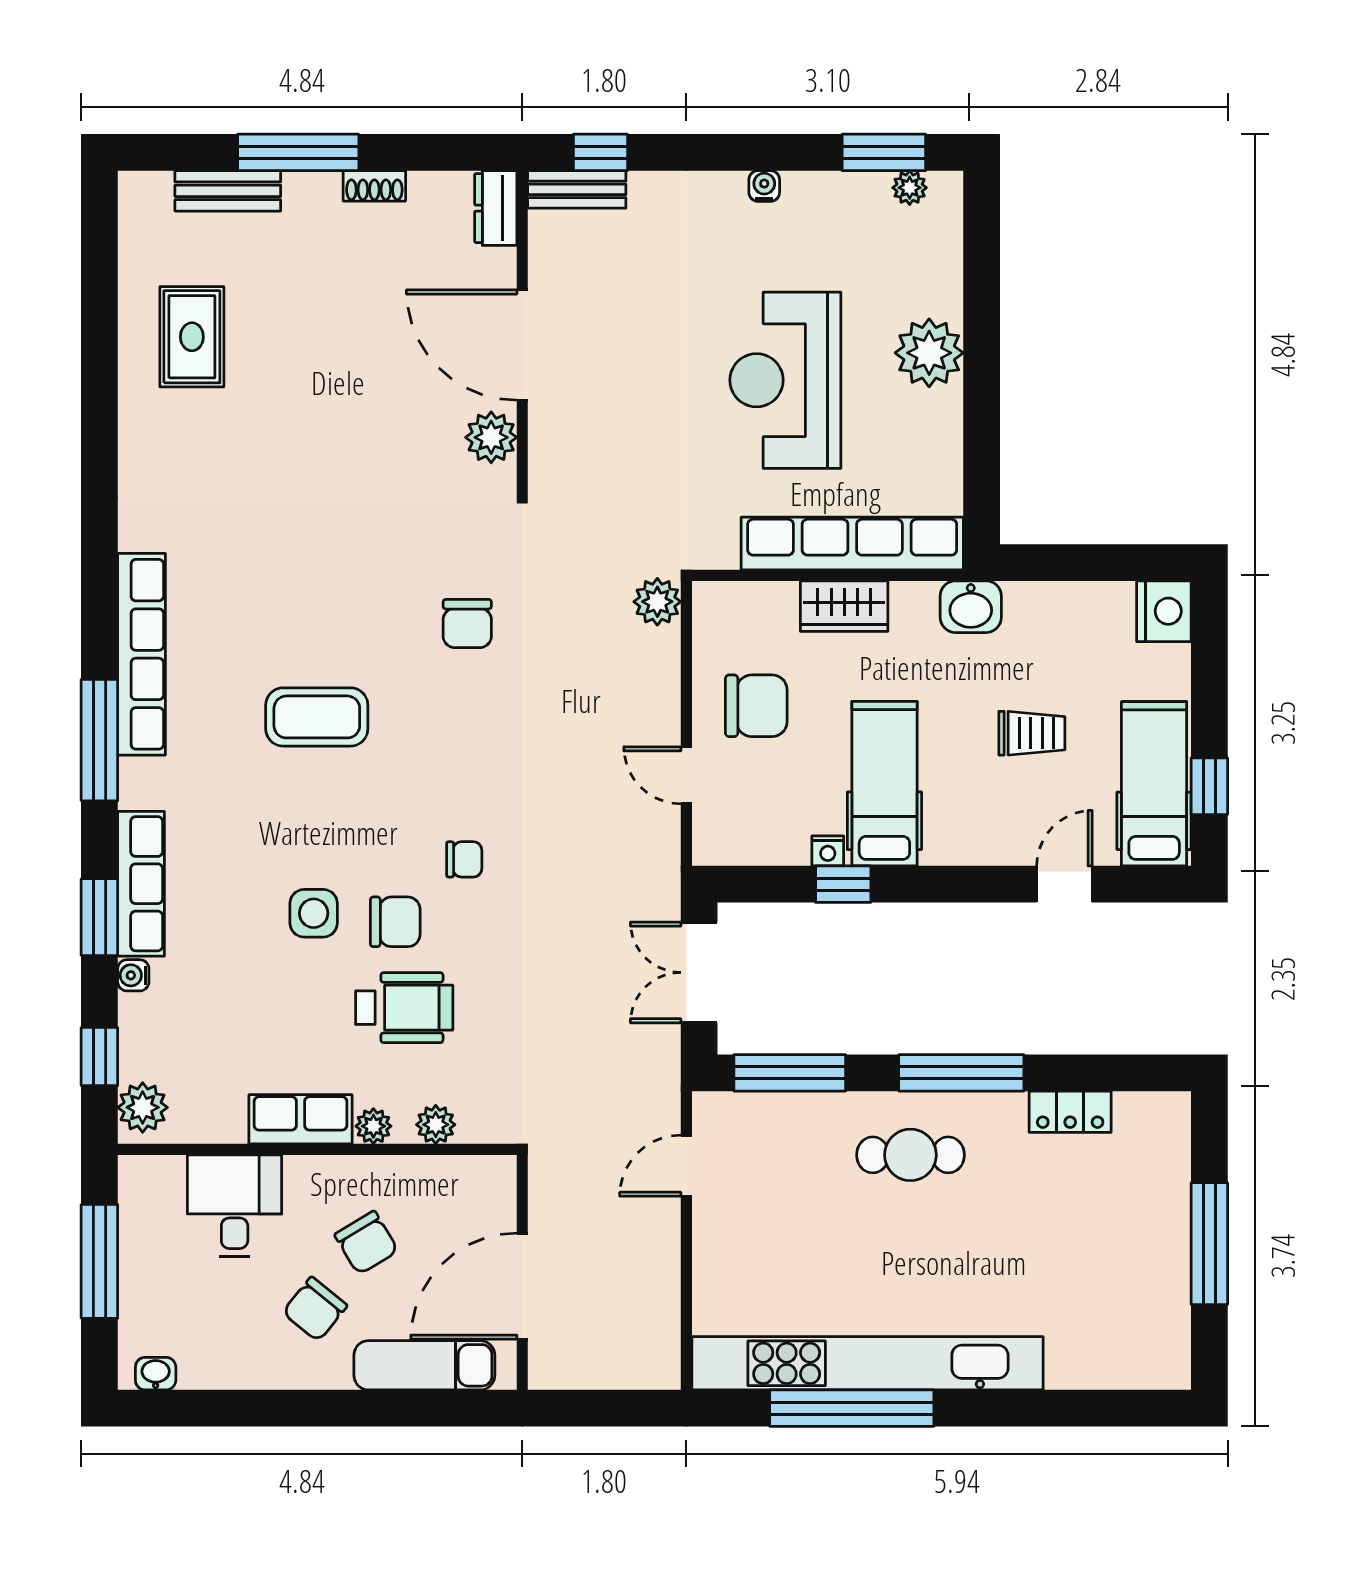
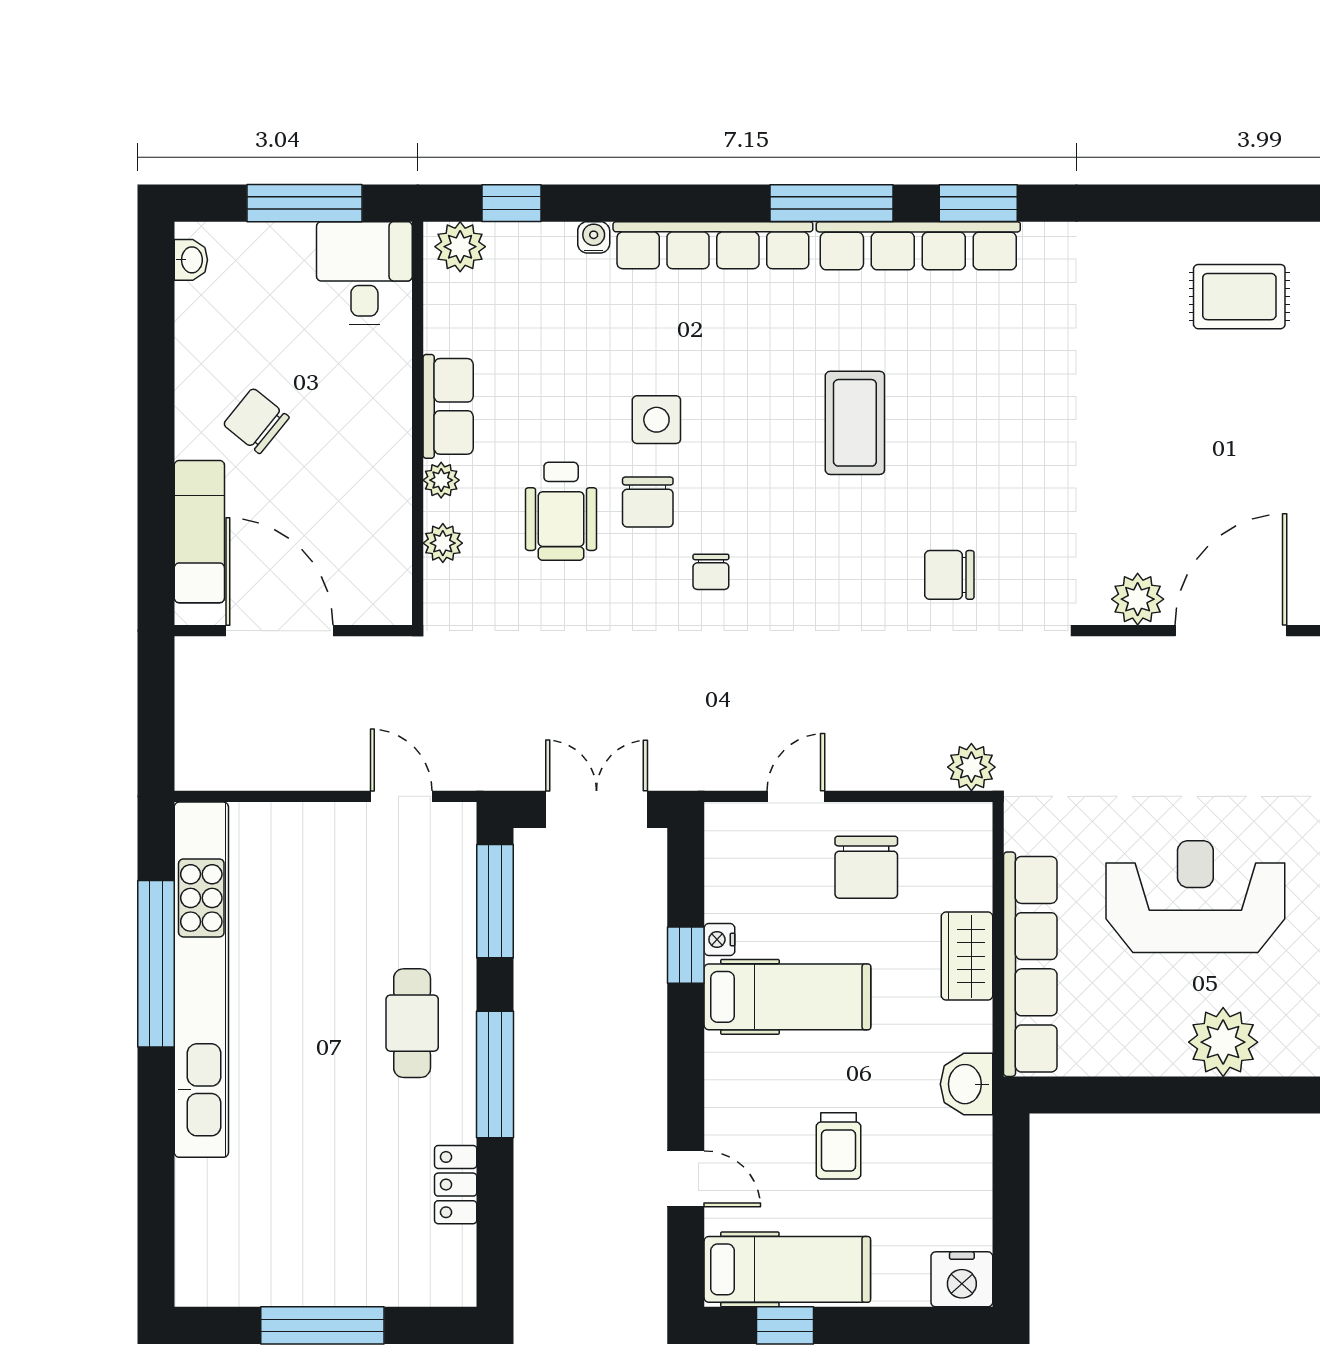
row of seats: (141, 884) -> (713, 245), width x1.36
window: (99, 917) -> (978, 203), moved
desk: (235, 1206) -> (364, 273), moved, turned -90
chair: (366, 1243) -> (323, 473), removed

